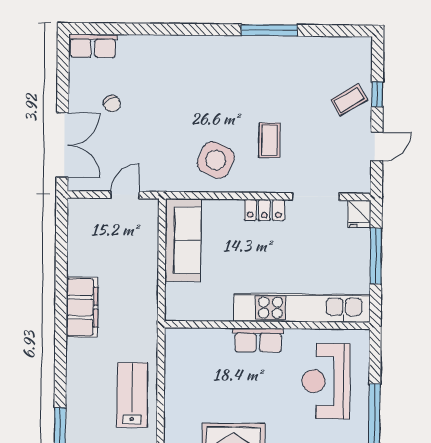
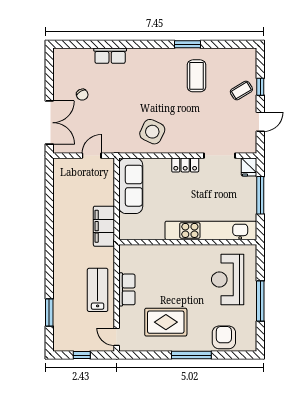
window: (269, 30) -> (187, 44), width x0.69
row of seats: (93, 46) -> (110, 56), moved
coffee table: (270, 140) -> (196, 76), moved, width x1.36, depth x1.30
filing cabinet: (82, 307) -> (104, 226), moved, turned 180
row of seats: (258, 340) -> (127, 289), moved, turned -90

